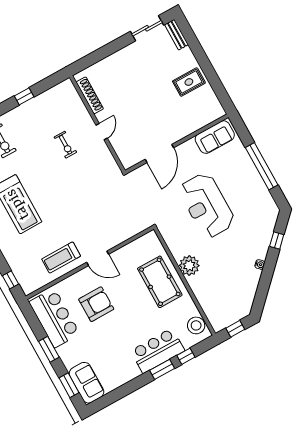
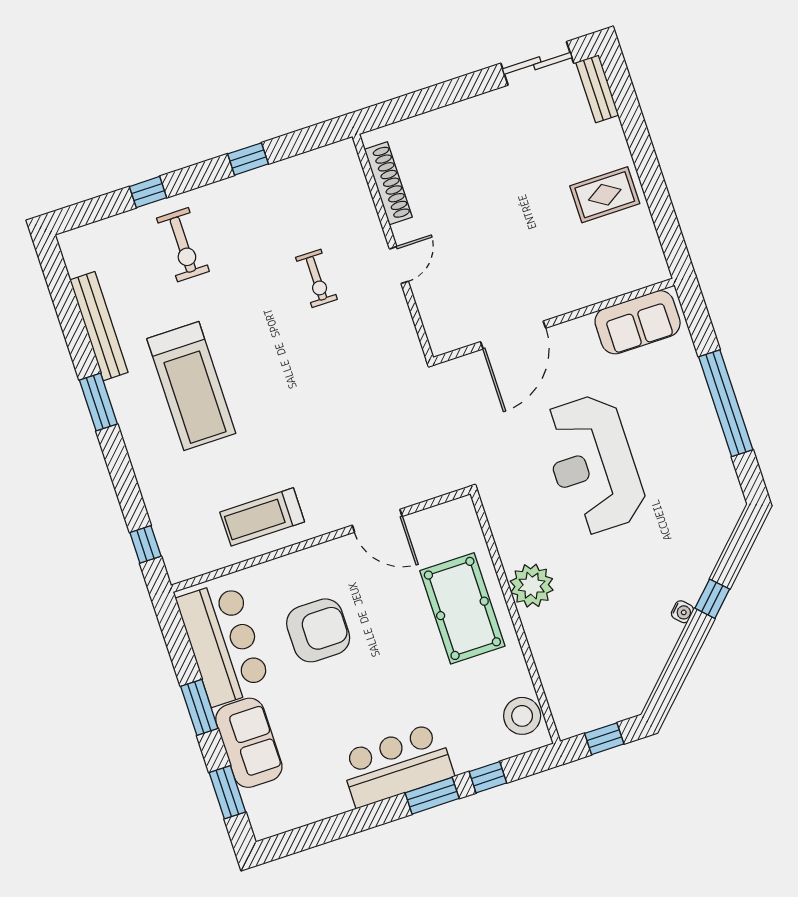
window: (277, 240) -> (712, 599), moved
door: (98, 258) -> (377, 521), moved
bar counter: (158, 351) -> (397, 765), moved
sofa: (87, 383) -> (249, 743), moved

